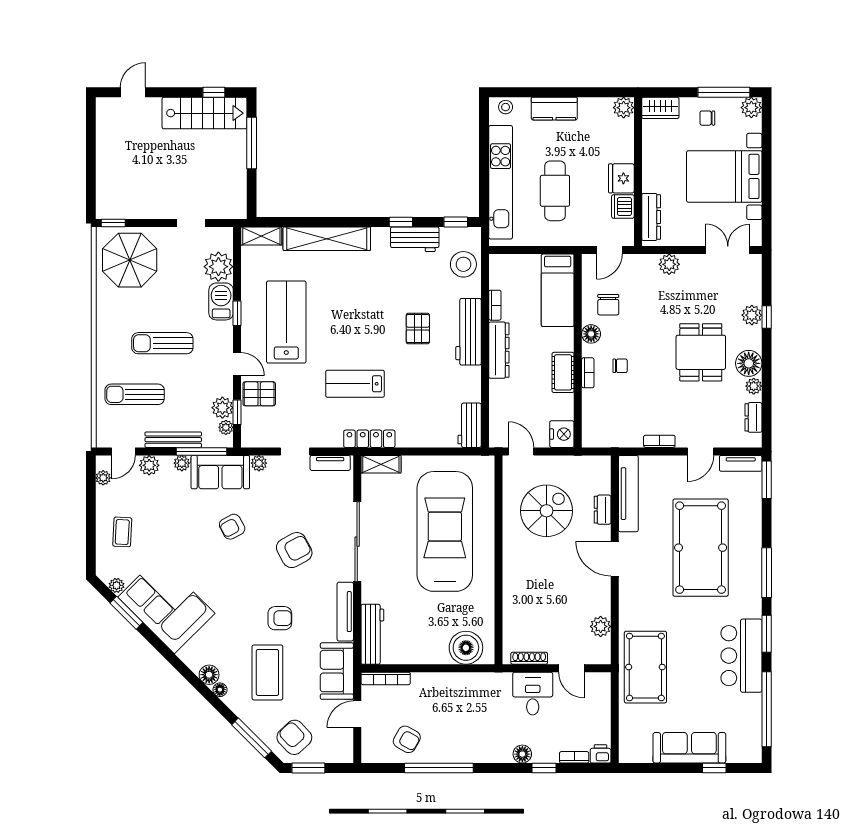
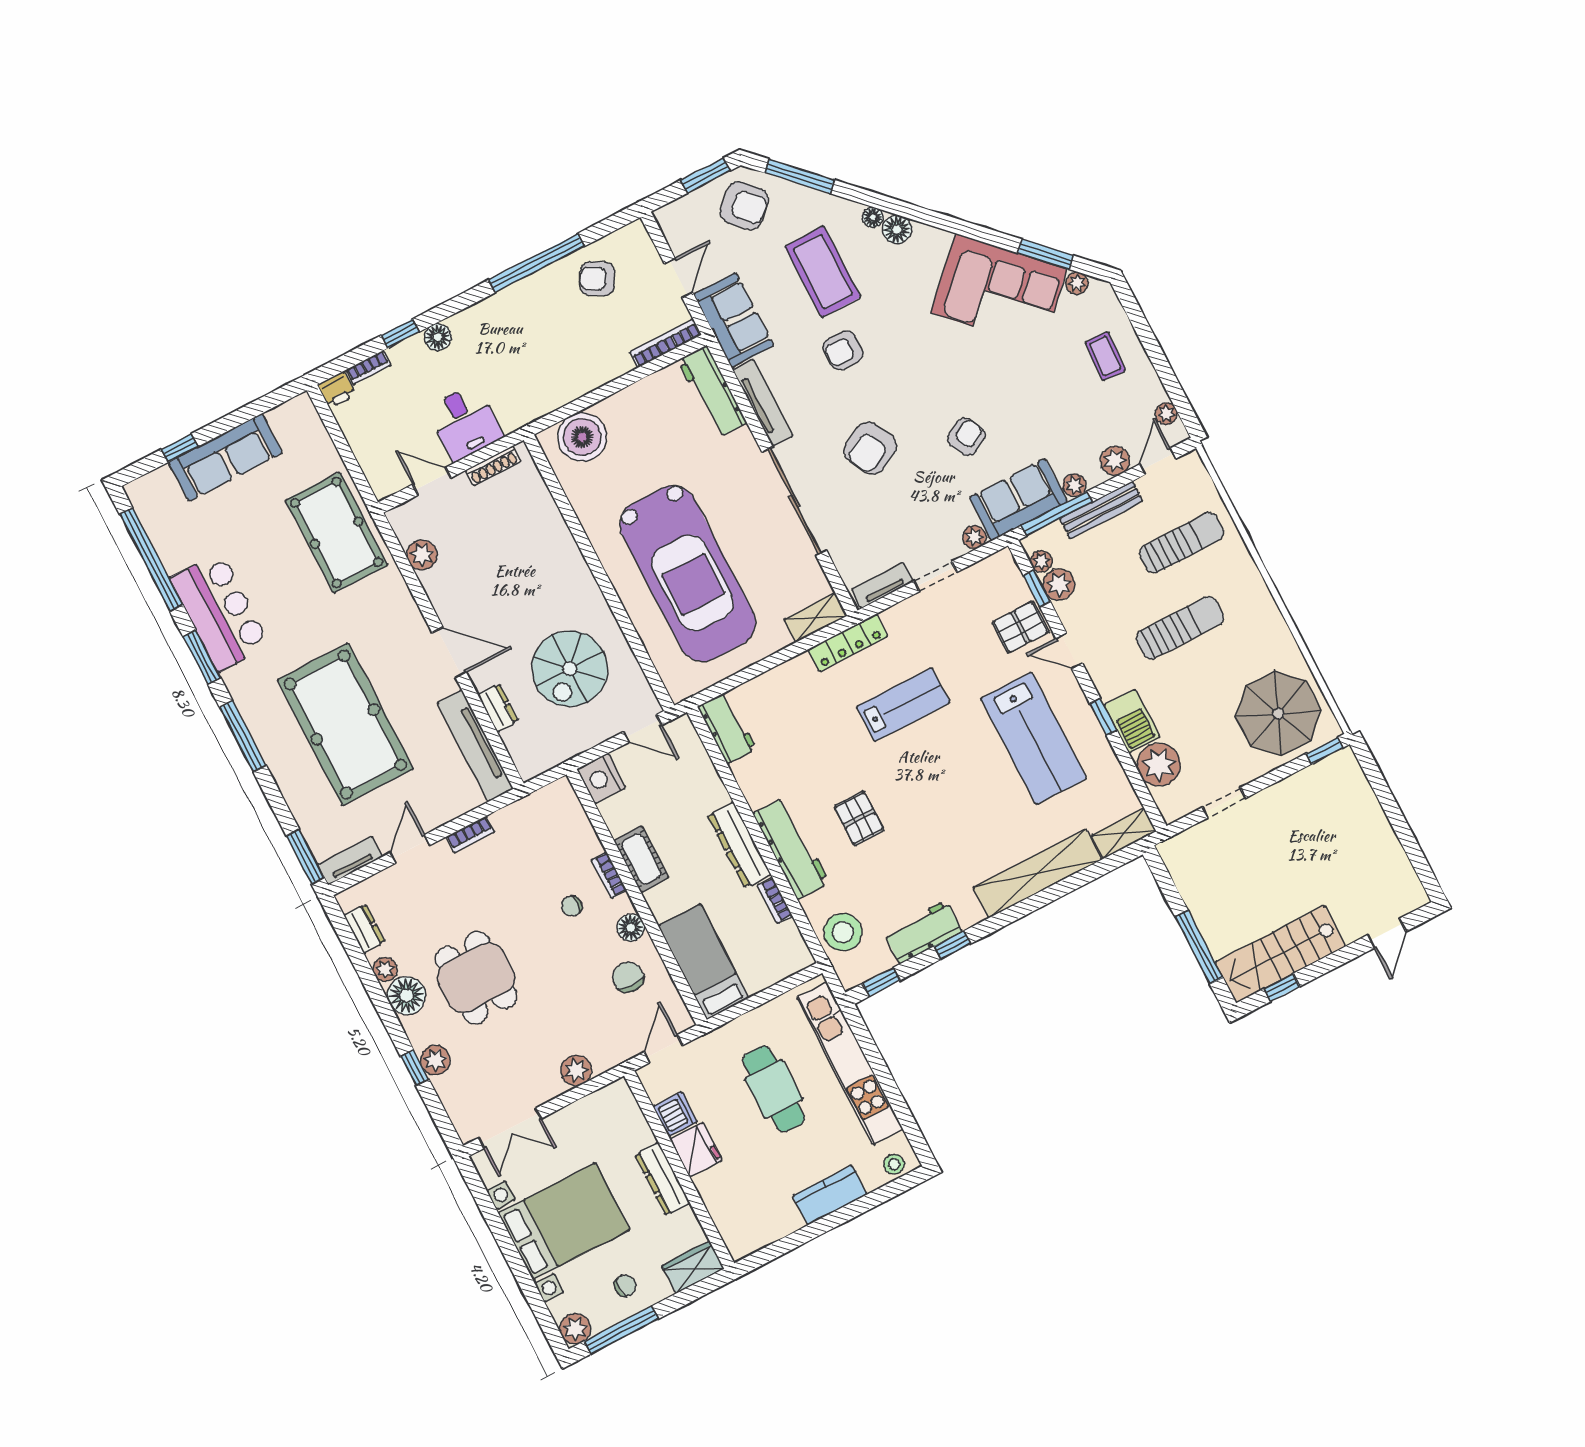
plant: (624, 108) -> (741, 1243), removed
dresser: (651, 217) -> (662, 1179), moved

